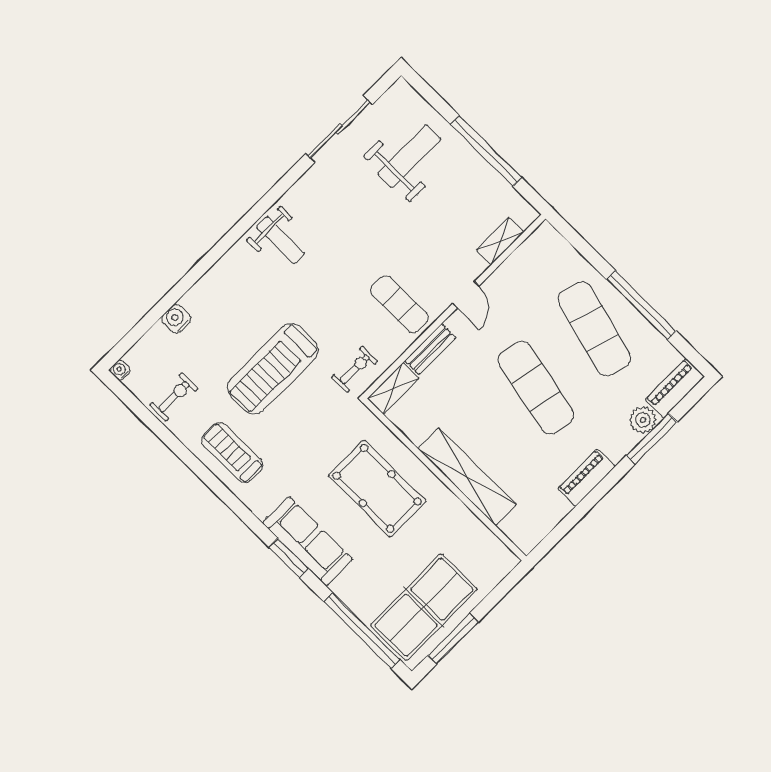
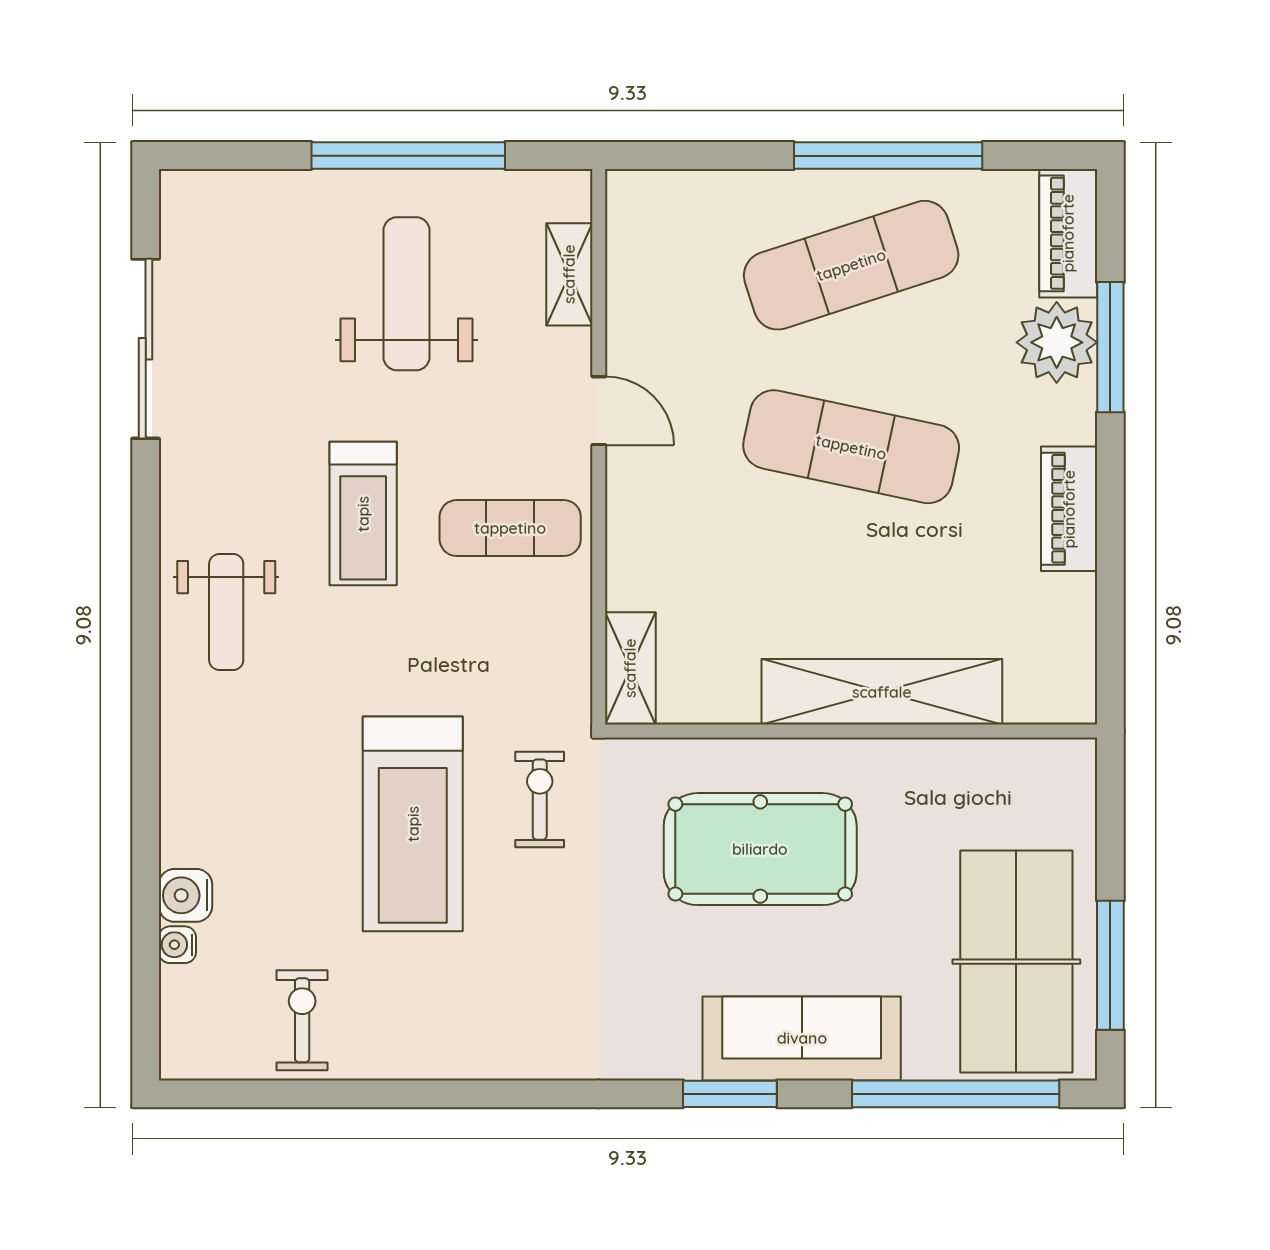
weight bench: (409, 156) -> (406, 294), moved
weight bench: (281, 240) -> (226, 612), turned 90
exercise mat: (594, 329) -> (851, 265), turned -33
bench: (430, 349) -> (627, 550), removed
exercise bike: (355, 369) -> (540, 800), moved
water cooler: (120, 370) -> (177, 945), moved
plant: (643, 420) -> (1057, 342), width x1.36, depth x1.36
treadmill: (232, 453) -> (363, 514), moved, turned -90
sofa: (308, 541) -> (802, 1038), moved

